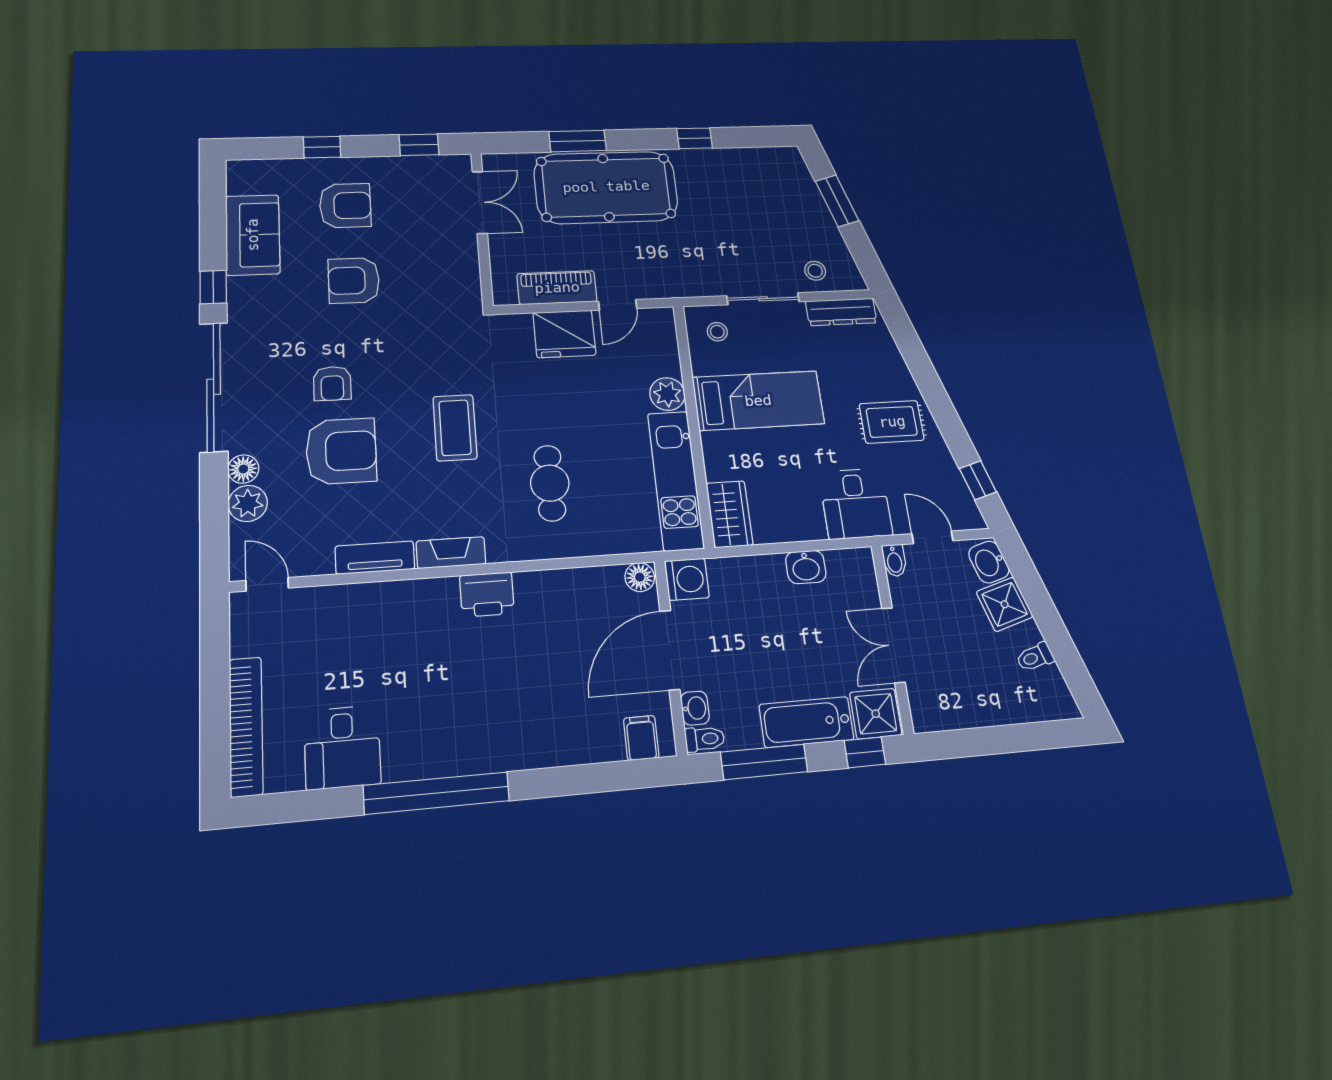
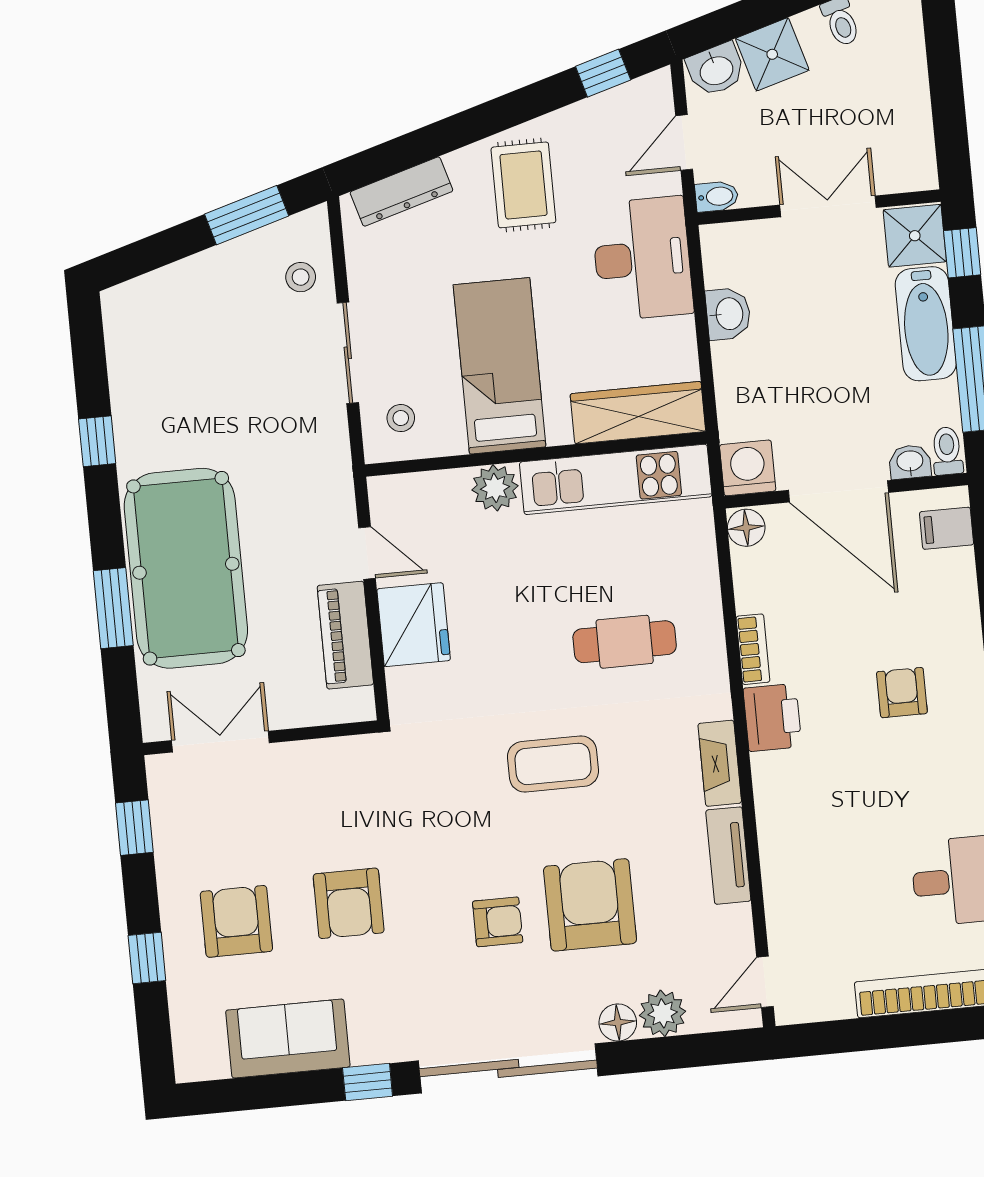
window: (837, 201) -> (247, 215), moved
dresser: (841, 312) -> (401, 192), moved, turned 74
desk: (856, 504) -> (642, 259), width x1.37
wardrobe: (729, 514) -> (638, 413), width x1.50
bookcase: (543, 580) -> (753, 649), added
double door: (893, 645) -> (828, 206), swing flipped
armchair: (505, 700) -> (902, 693), added

